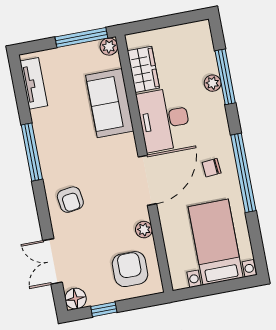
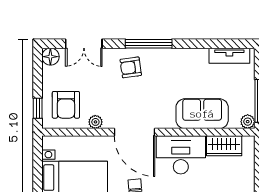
window: (32, 152) -> (149, 44), moved
double door: (52, 261) -> (84, 44), swing flipped
armchair: (130, 269) -> (66, 105), turned 90
window: (104, 309) -> (38, 108), moved

